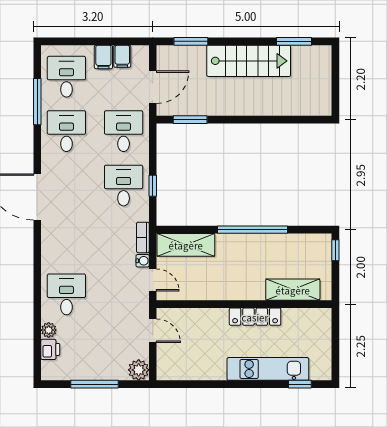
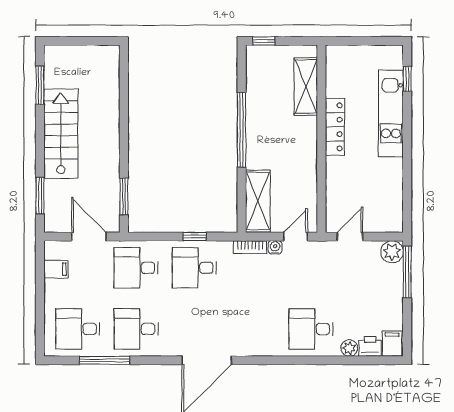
filing cabinet: (103, 57) -> (392, 344), moved, turned -90
window: (94, 384) -> (407, 272), moved

